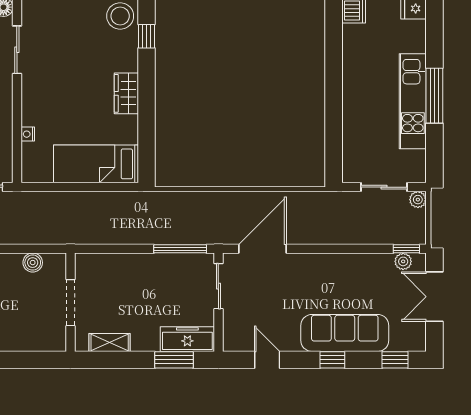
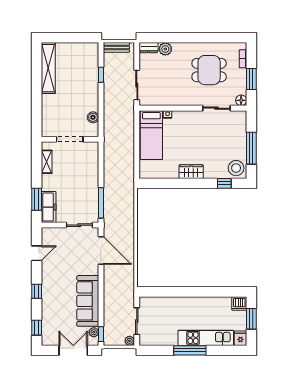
kitchen unit: (413, 101) -> (206, 338), moved
bed: (96, 164) -> (151, 135), moved, turned 180
sofa: (345, 333) -> (88, 301), moved, turned 180

